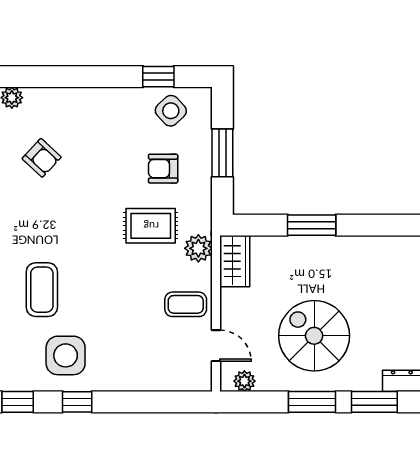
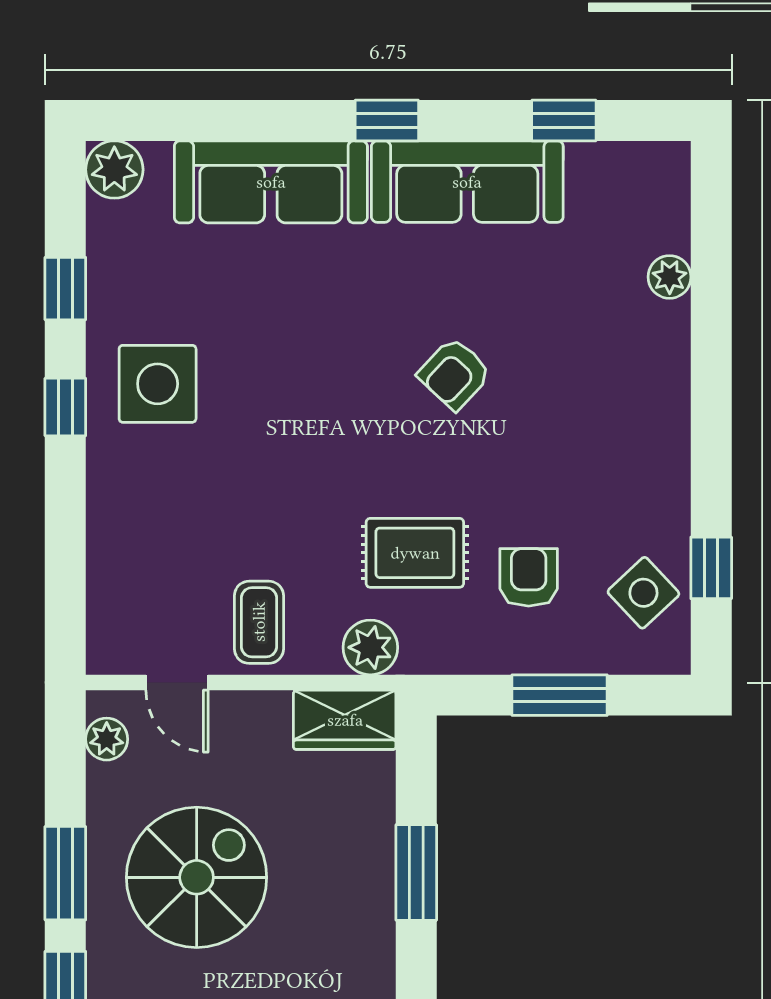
armchair: (42, 158) -> (454, 374), moved
rug: (151, 226) -> (415, 553), turned 90
coffee table: (42, 290) -> (288, 337), removed
door: (216, 346) -> (177, 682), hinge flipped

